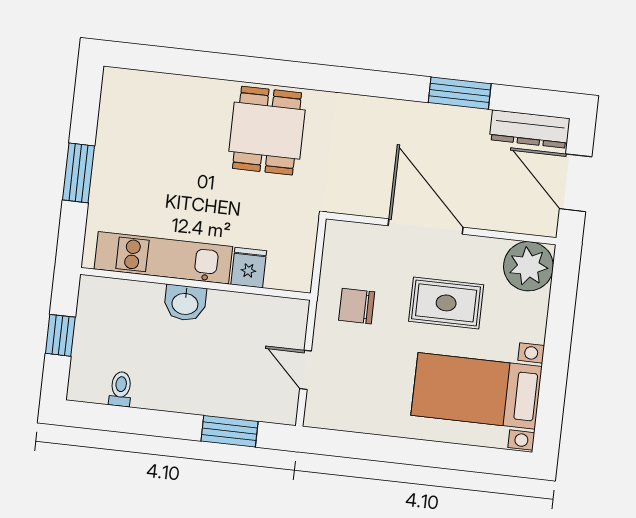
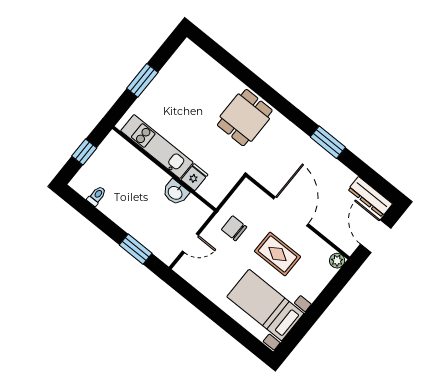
window: (460, 93) -> (328, 142), moved
plant: (528, 266) -> (337, 261), width x0.53, depth x0.53
washbasin: (185, 303) -> (175, 192), moved
door: (306, 370) -> (190, 243), swing flipped

